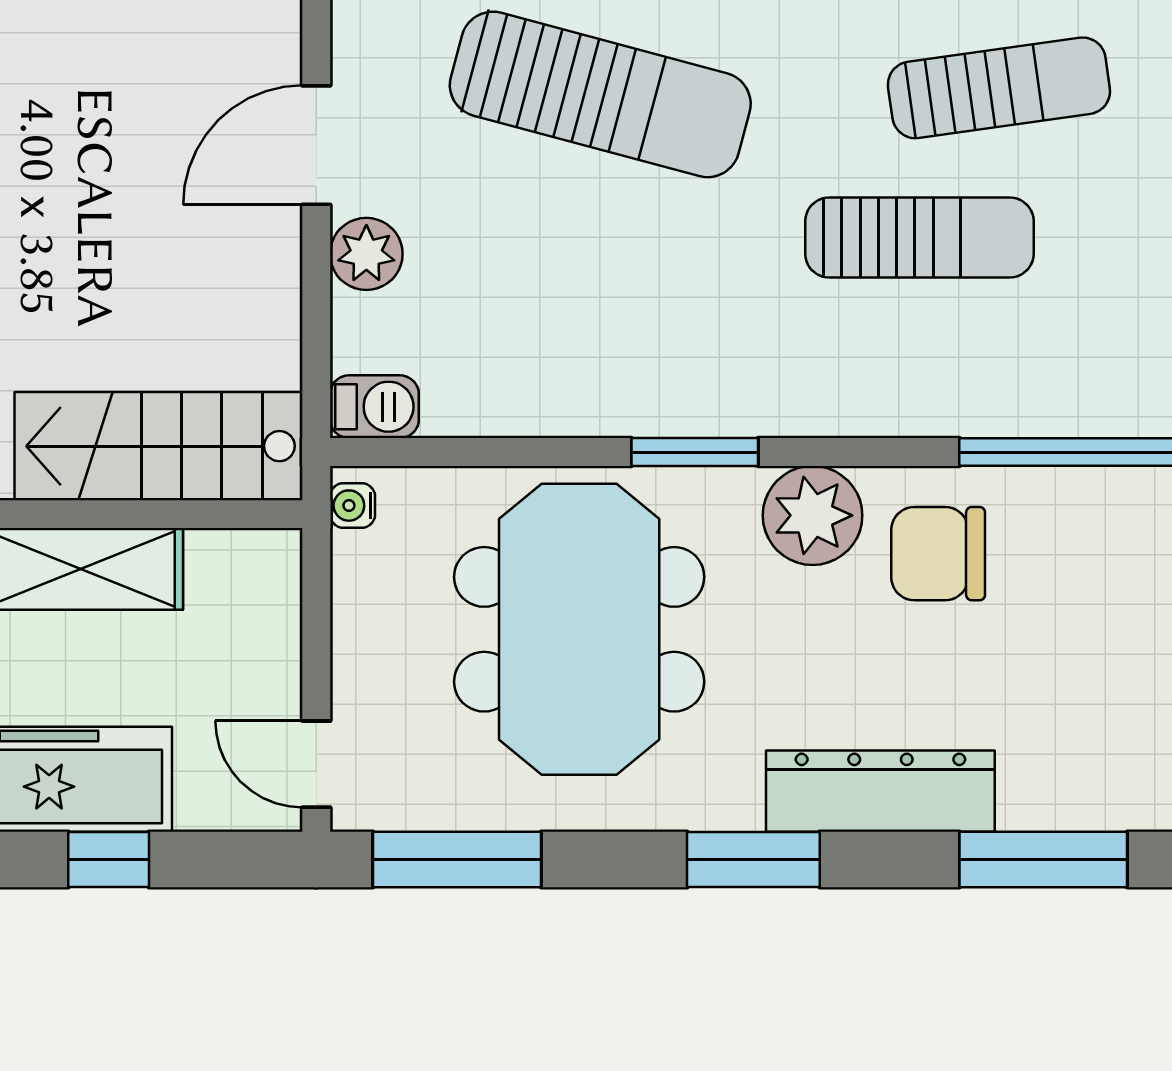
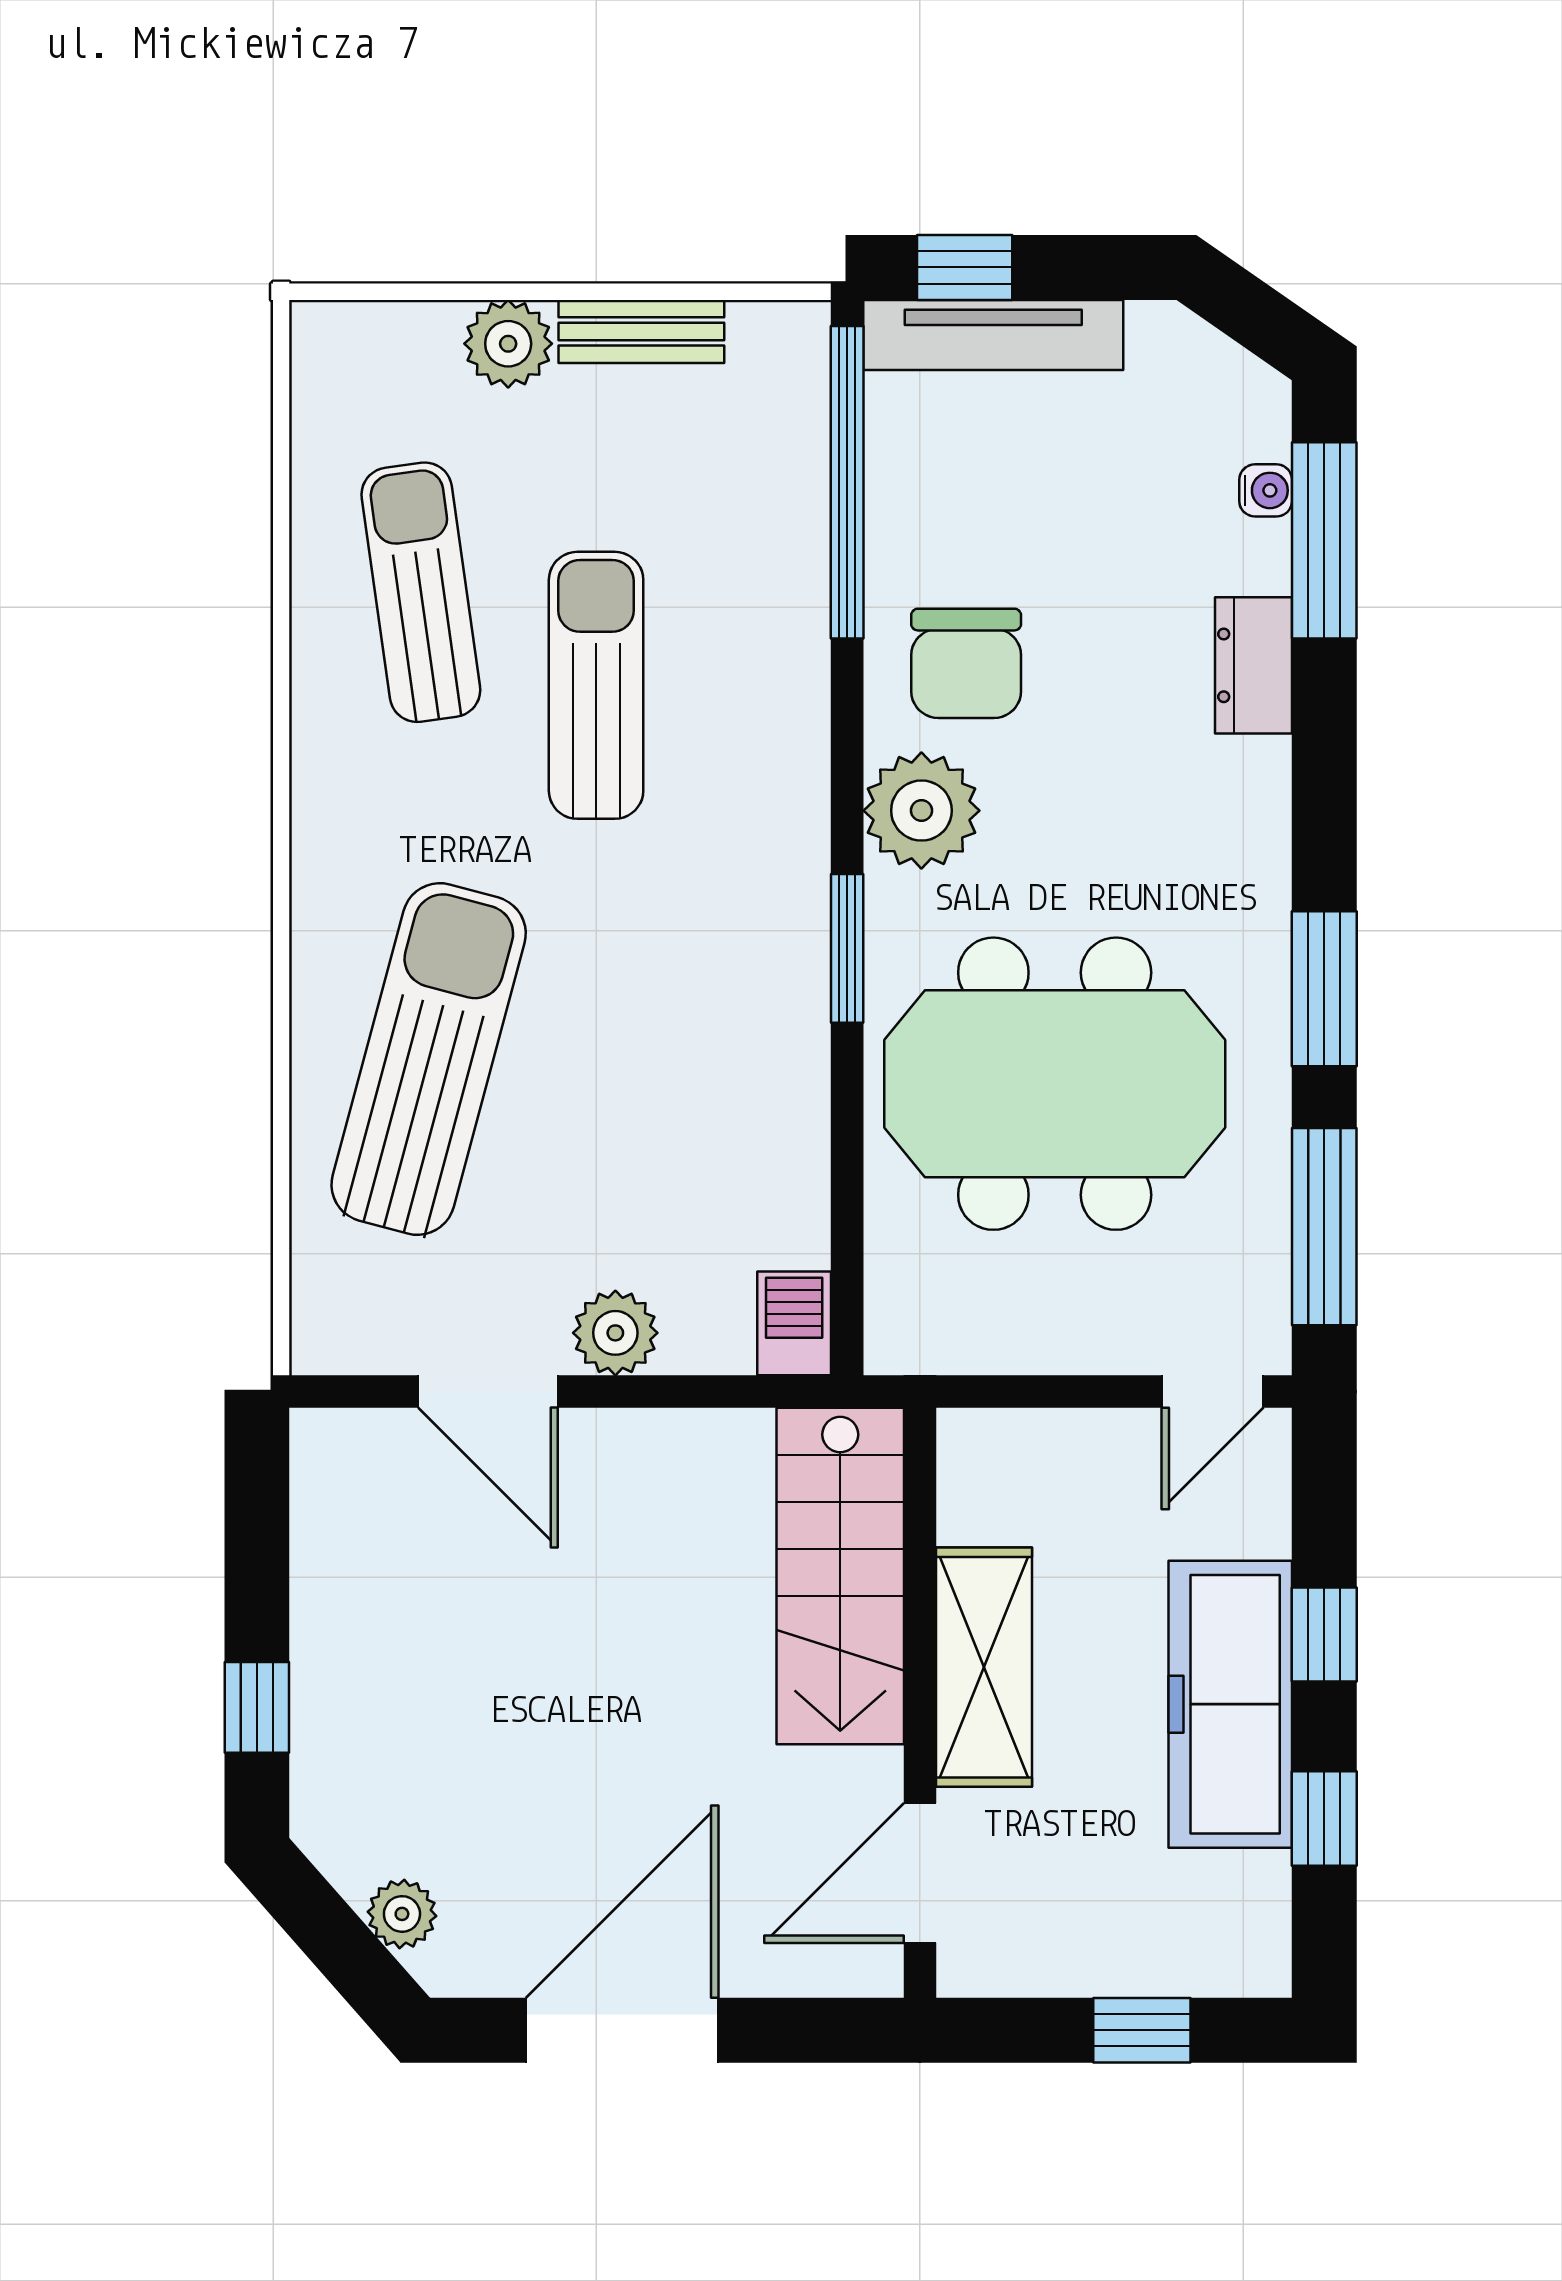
water cooler: (353, 506) -> (1266, 490), moved, turned -90
dresser: (880, 791) -> (1254, 665), width x0.51, depth x0.80
window: (753, 860) -> (1324, 989), moved

